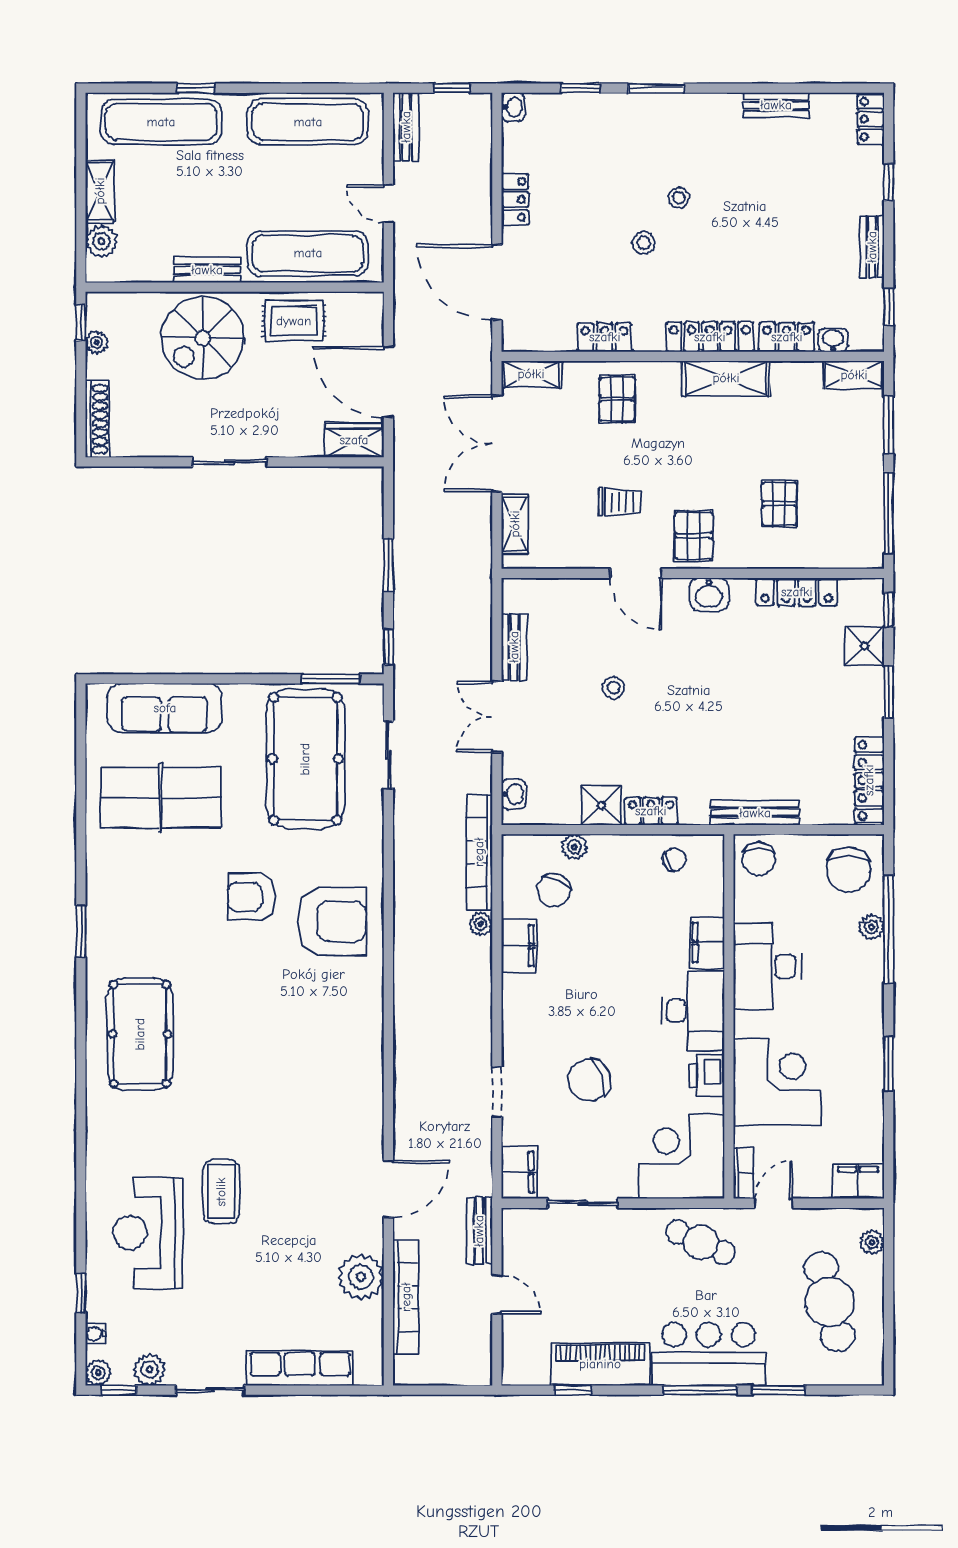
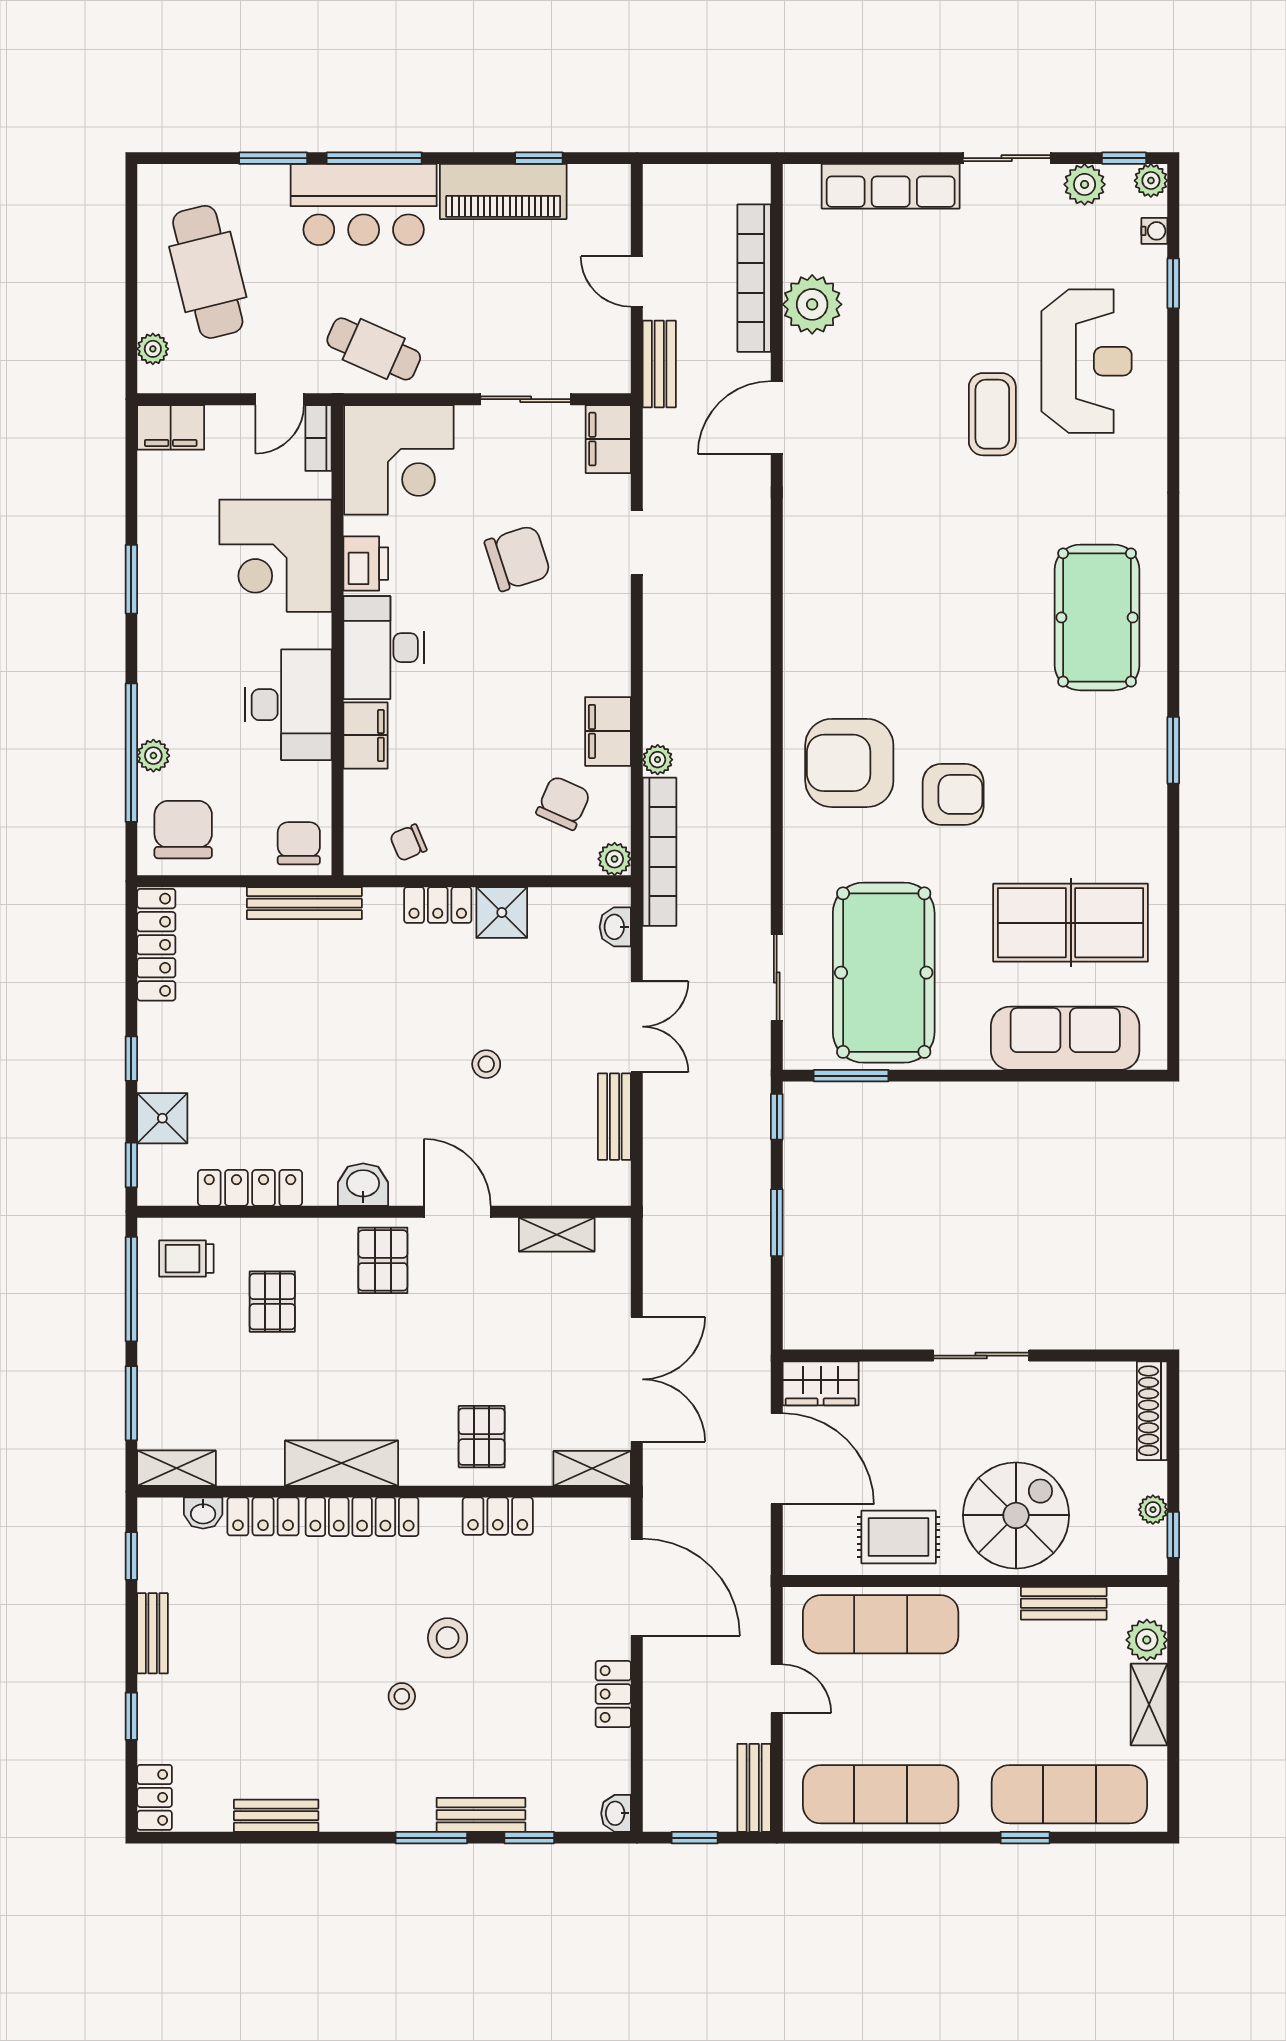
bench: (618, 106) -> (481, 1815), added
stool: (643, 243) -> (448, 1638), width x1.37, depth x1.37
bench: (207, 270) -> (1064, 1603), moved
trolley: (620, 502) -> (186, 1259), moved
shelving: (515, 524) -> (557, 1235), moved, turned 90
window: (889, 692) -> (131, 1059), width x0.67
plant: (574, 847) -> (615, 859), moved

